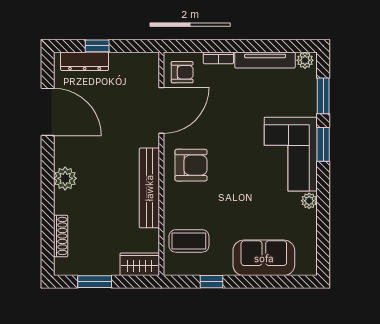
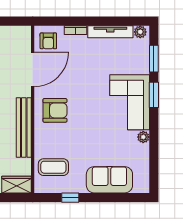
armchair: (182, 72) -> (48, 41), turned 90

